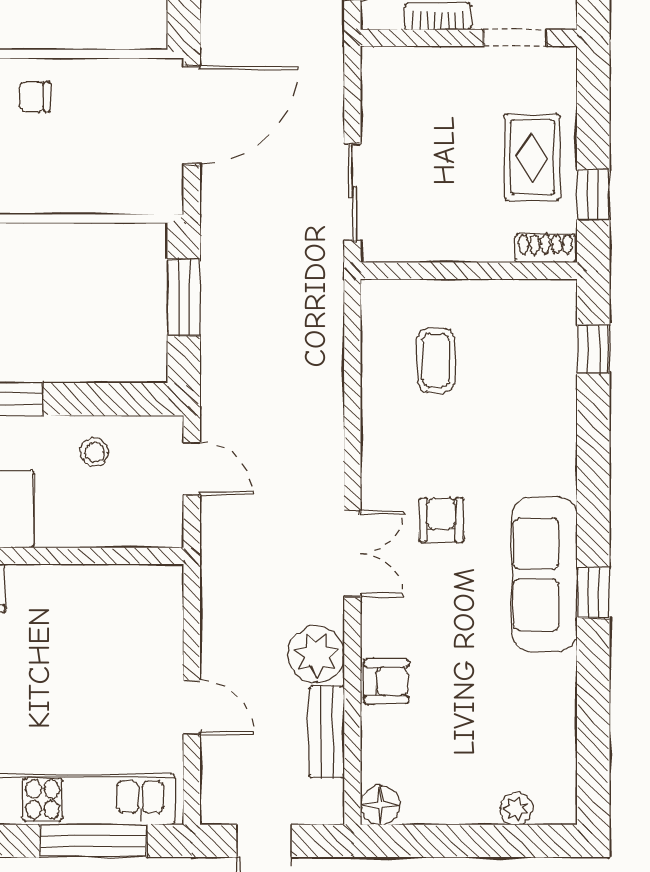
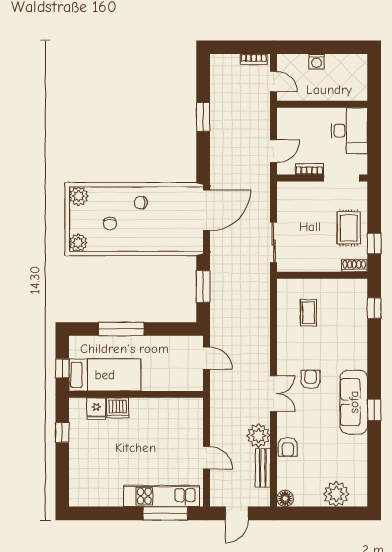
doorway: (515, 38) -> (342, 178), width x1.38
stool: (94, 452) -> (166, 351), removed
armchair: (386, 681) -> (288, 447), turned 90
plant: (516, 809) -> (336, 494), width x1.87, depth x1.87

